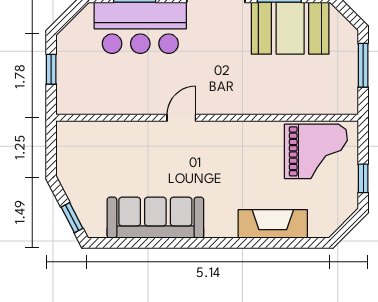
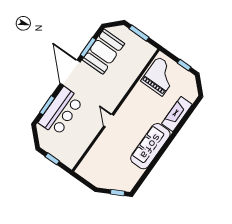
sofa: (155, 218) -> (150, 146), moved

